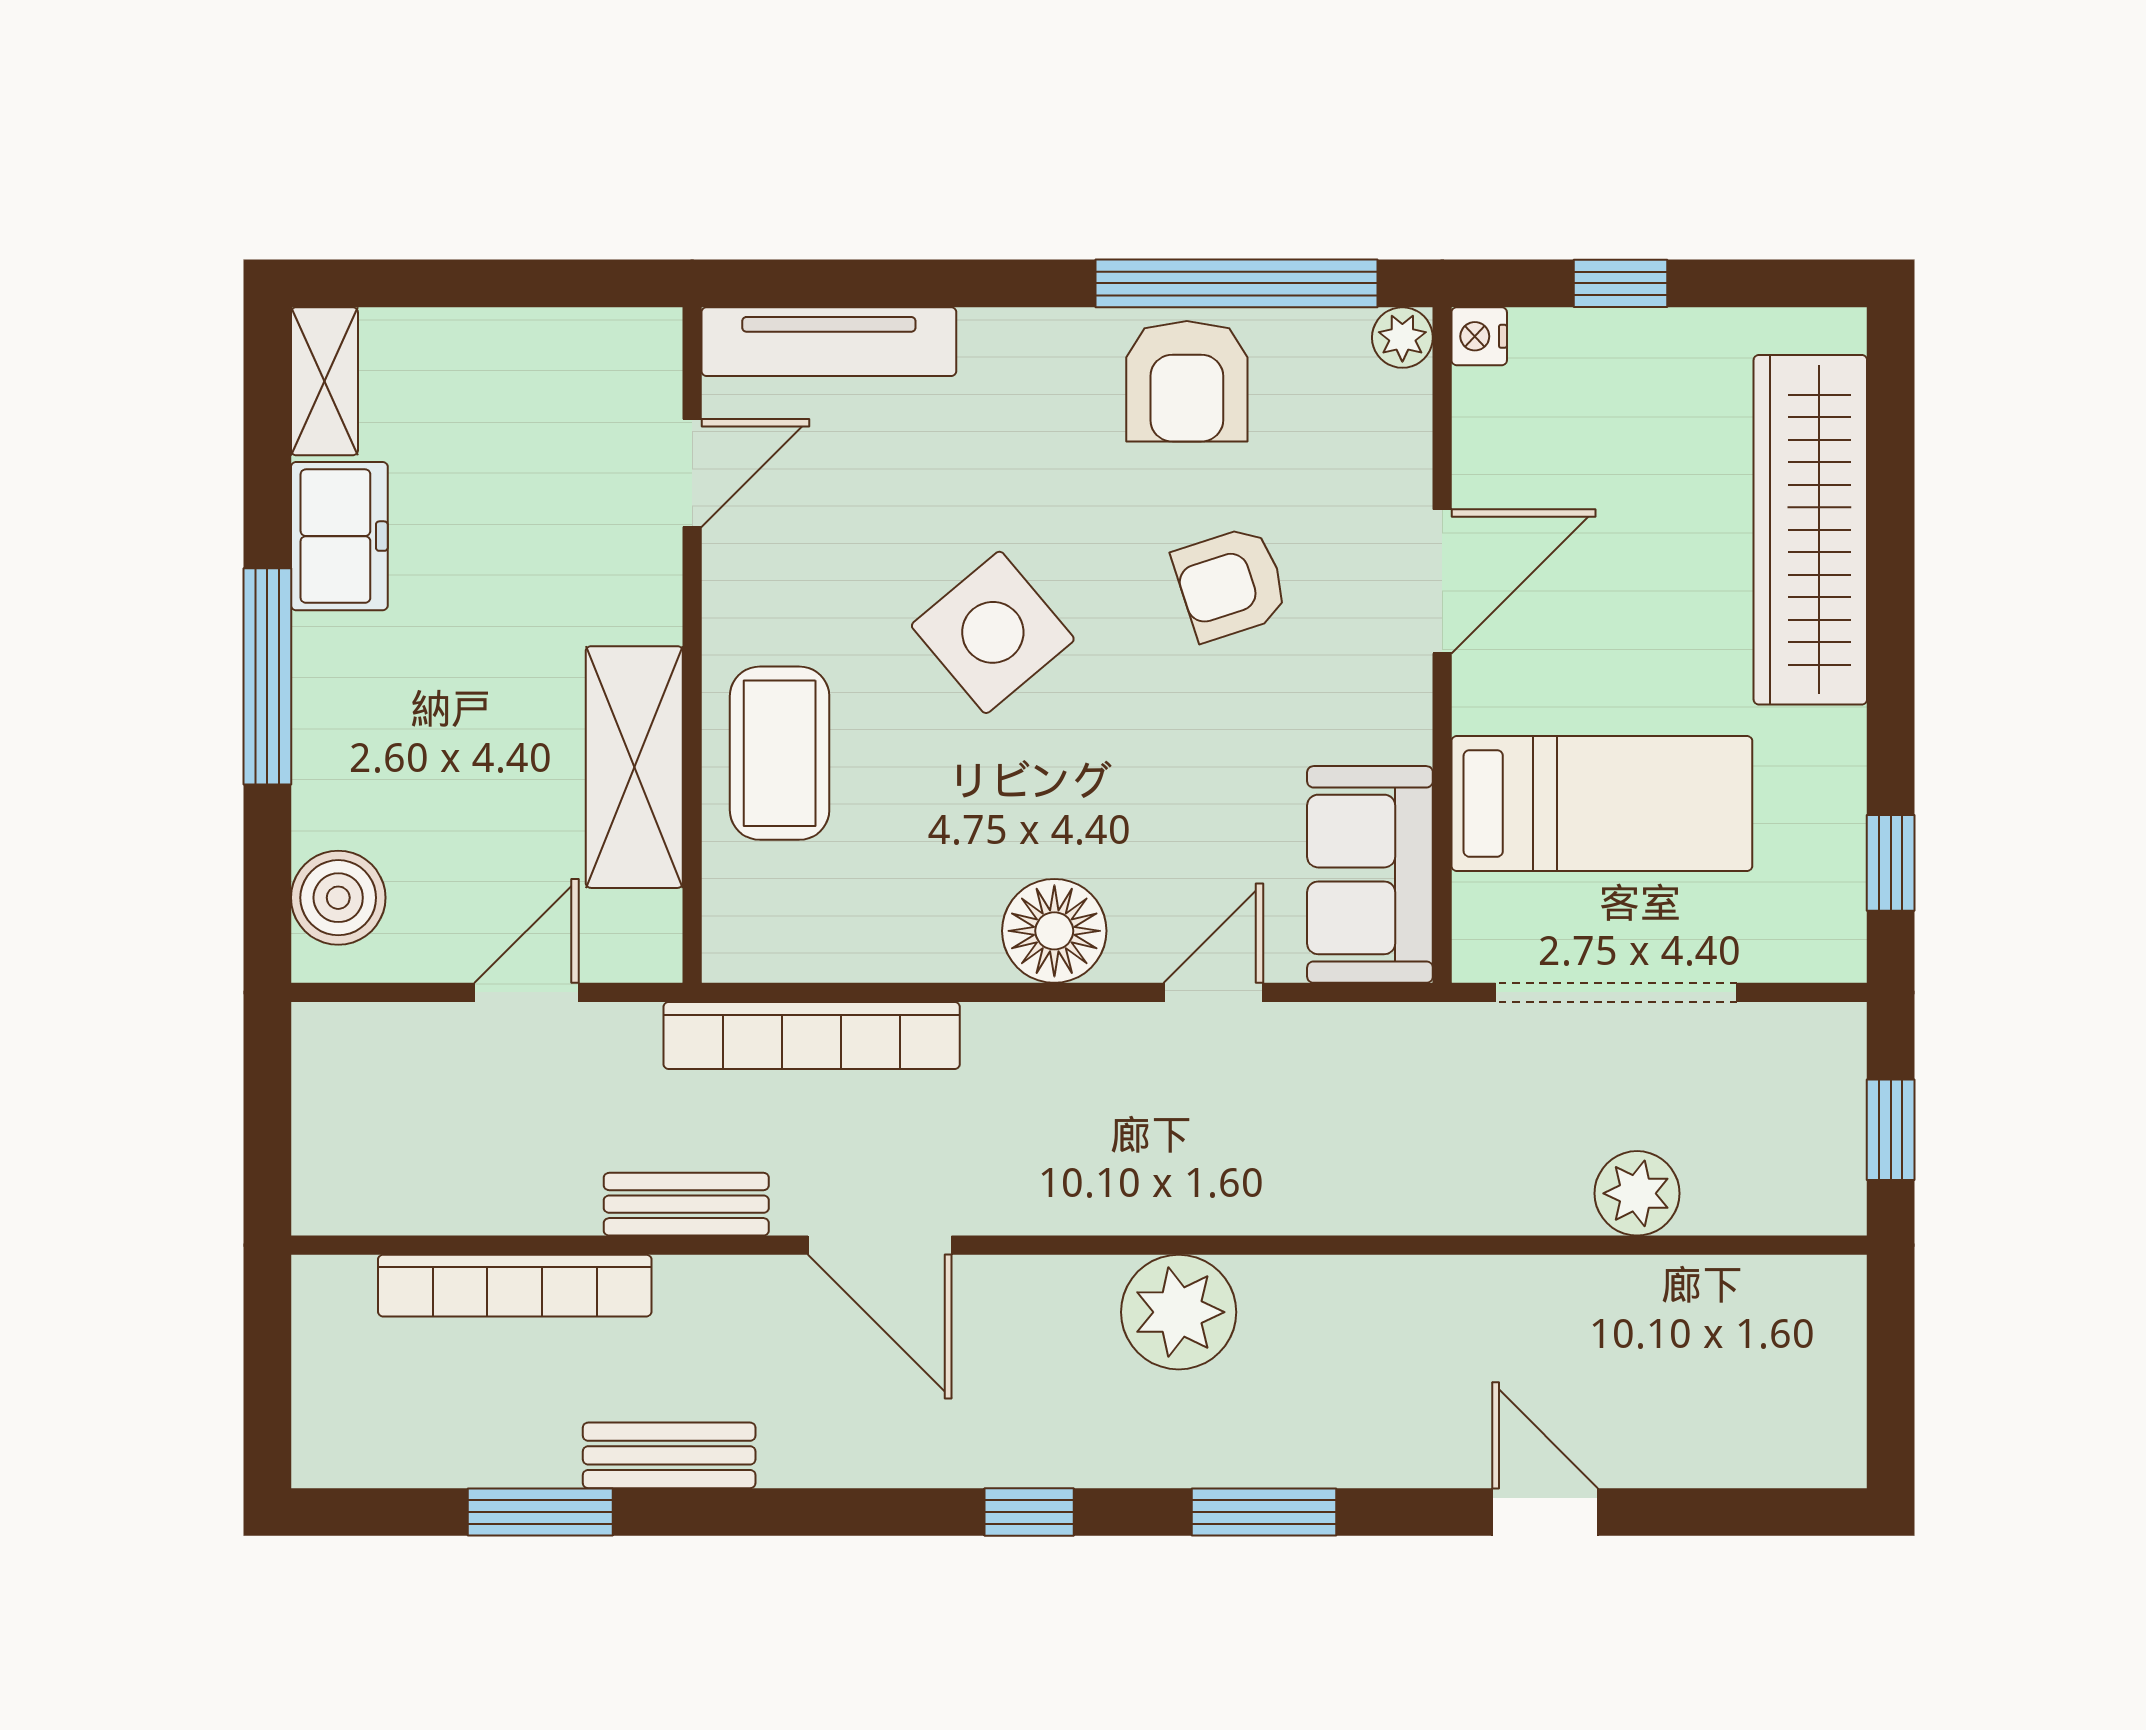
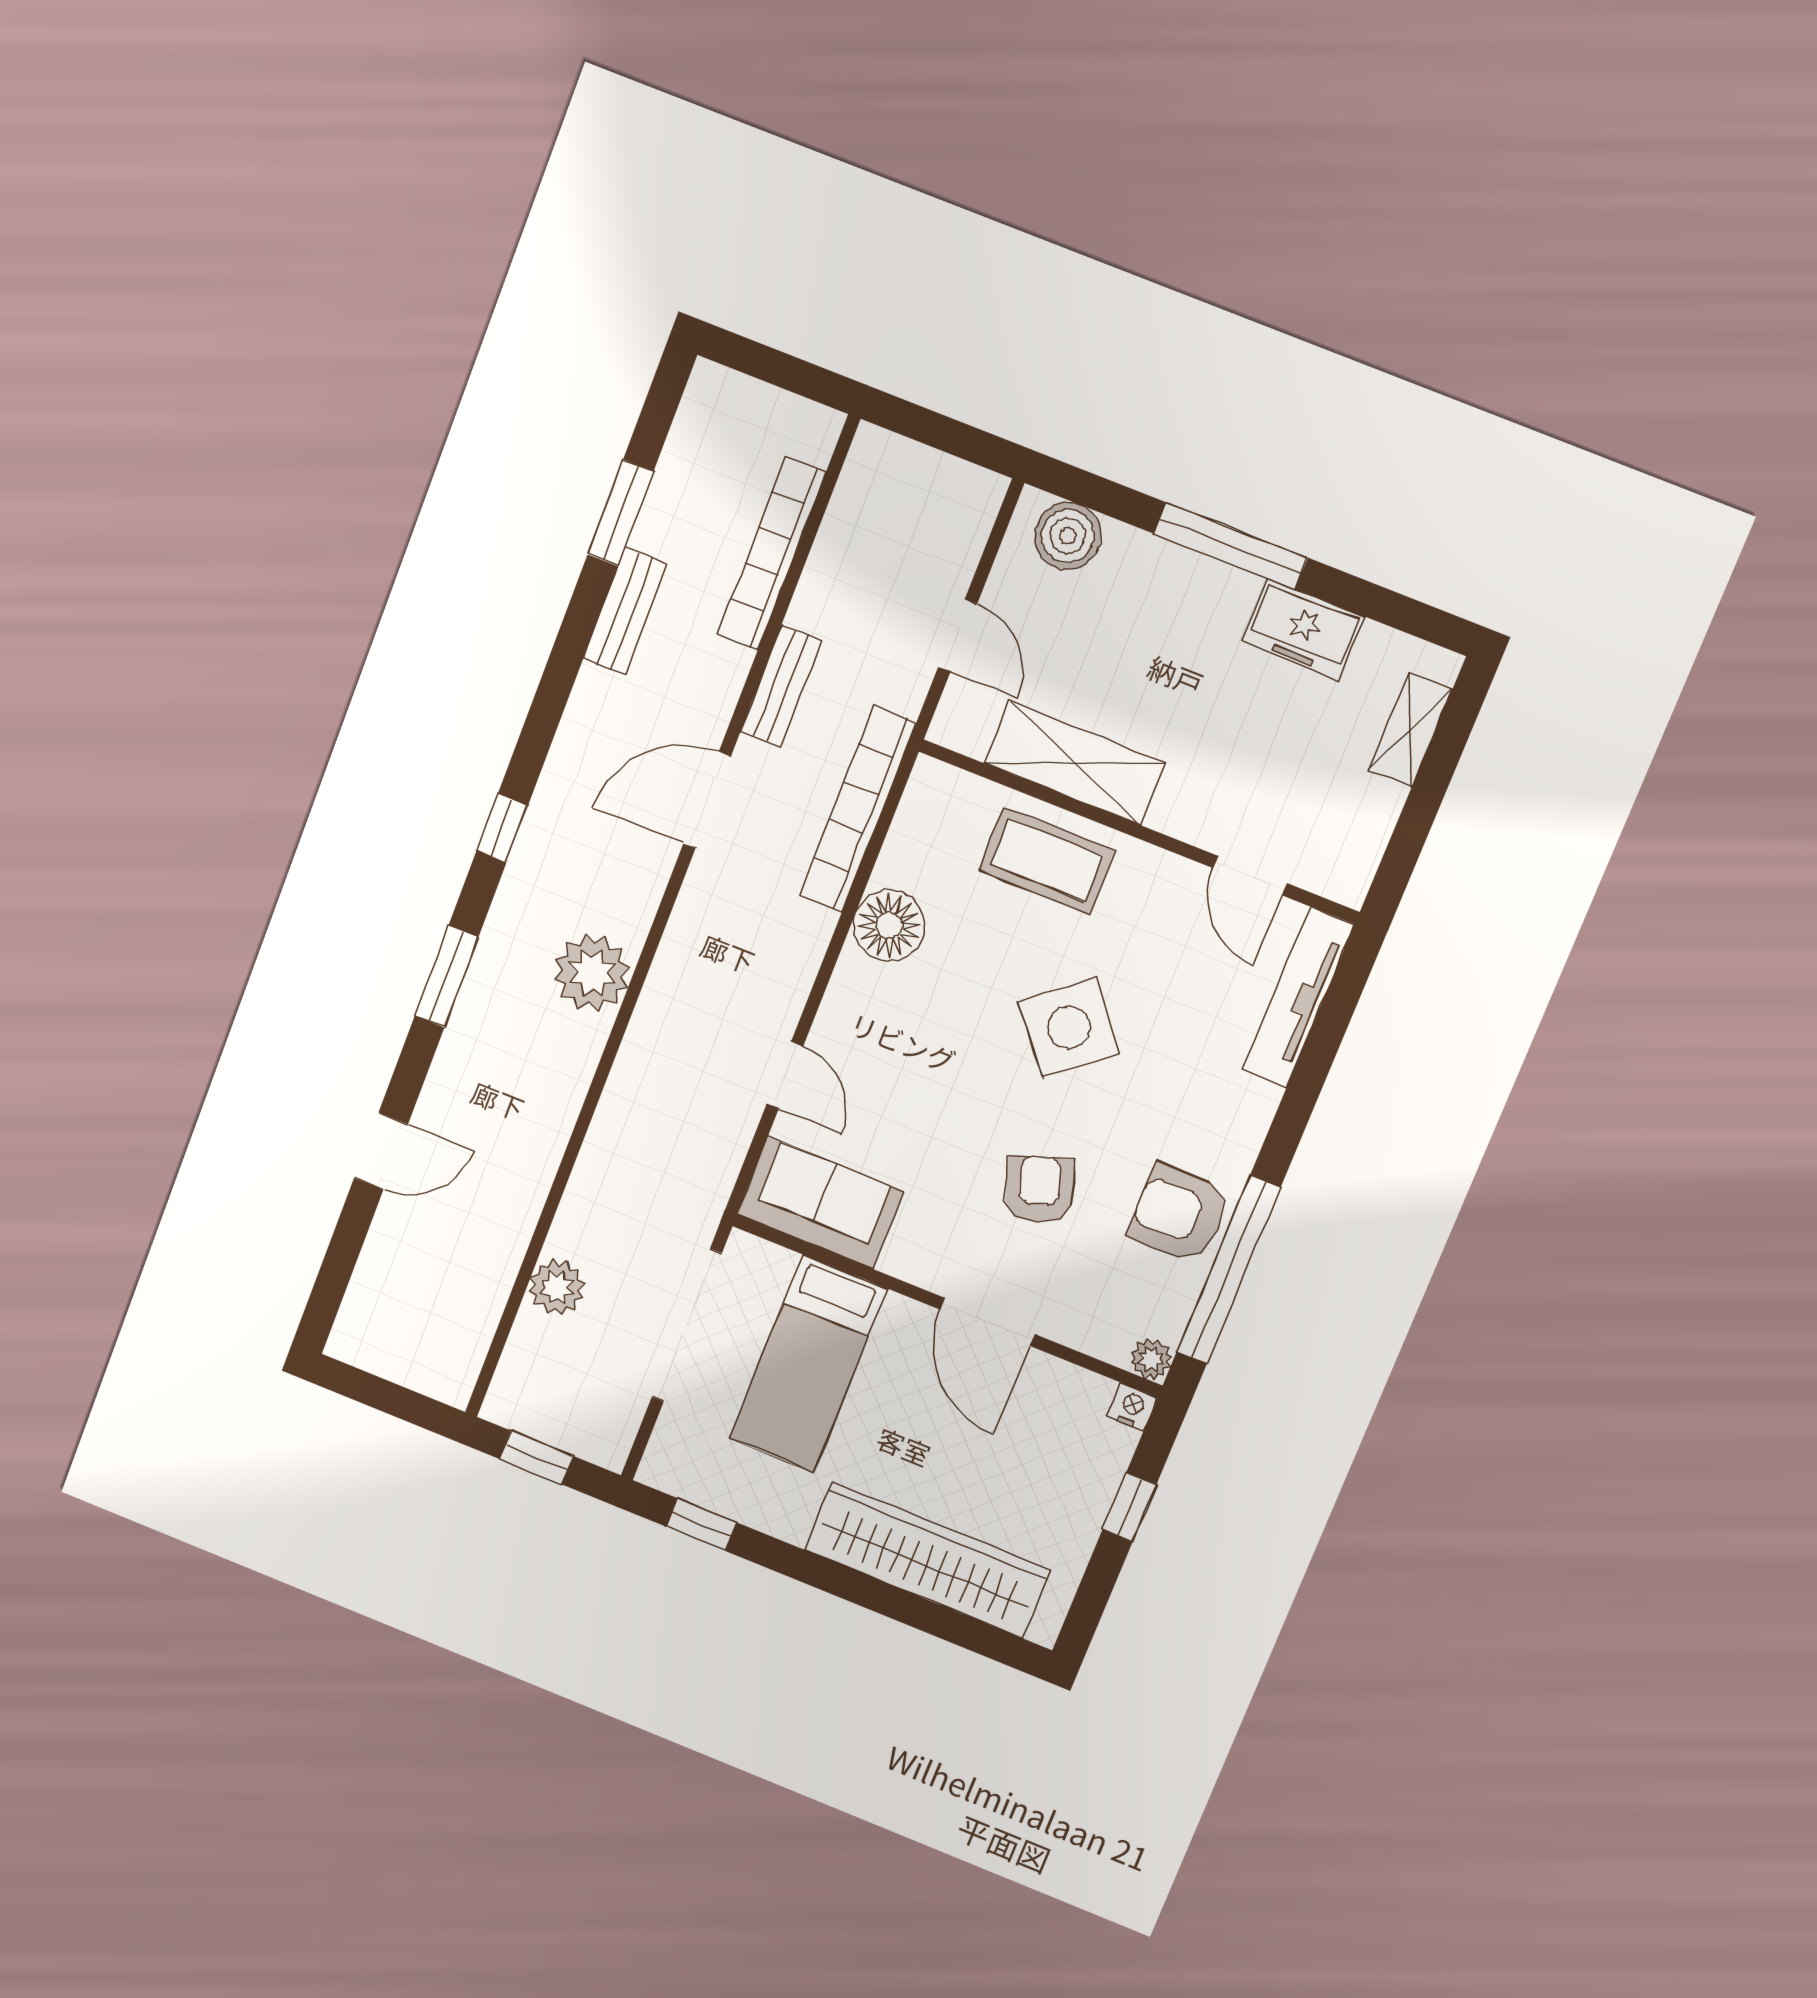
shelving: (324, 381) -> (1410, 730), moved, turned 90
floor lamp: (1054, 931) -> (889, 926), moved

